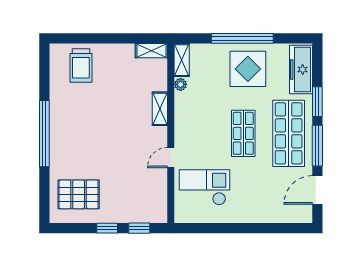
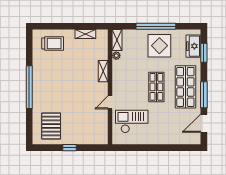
shelving: (151, 51) -> (85, 34), moved
trolley: (81, 65) -> (53, 44), turned -90
freezer: (301, 69) -> (193, 46), width x0.71
window: (317, 102) -> (204, 53), moved
pallet: (79, 194) -> (51, 126), turned 90
window: (139, 228) -> (90, 148), removed

